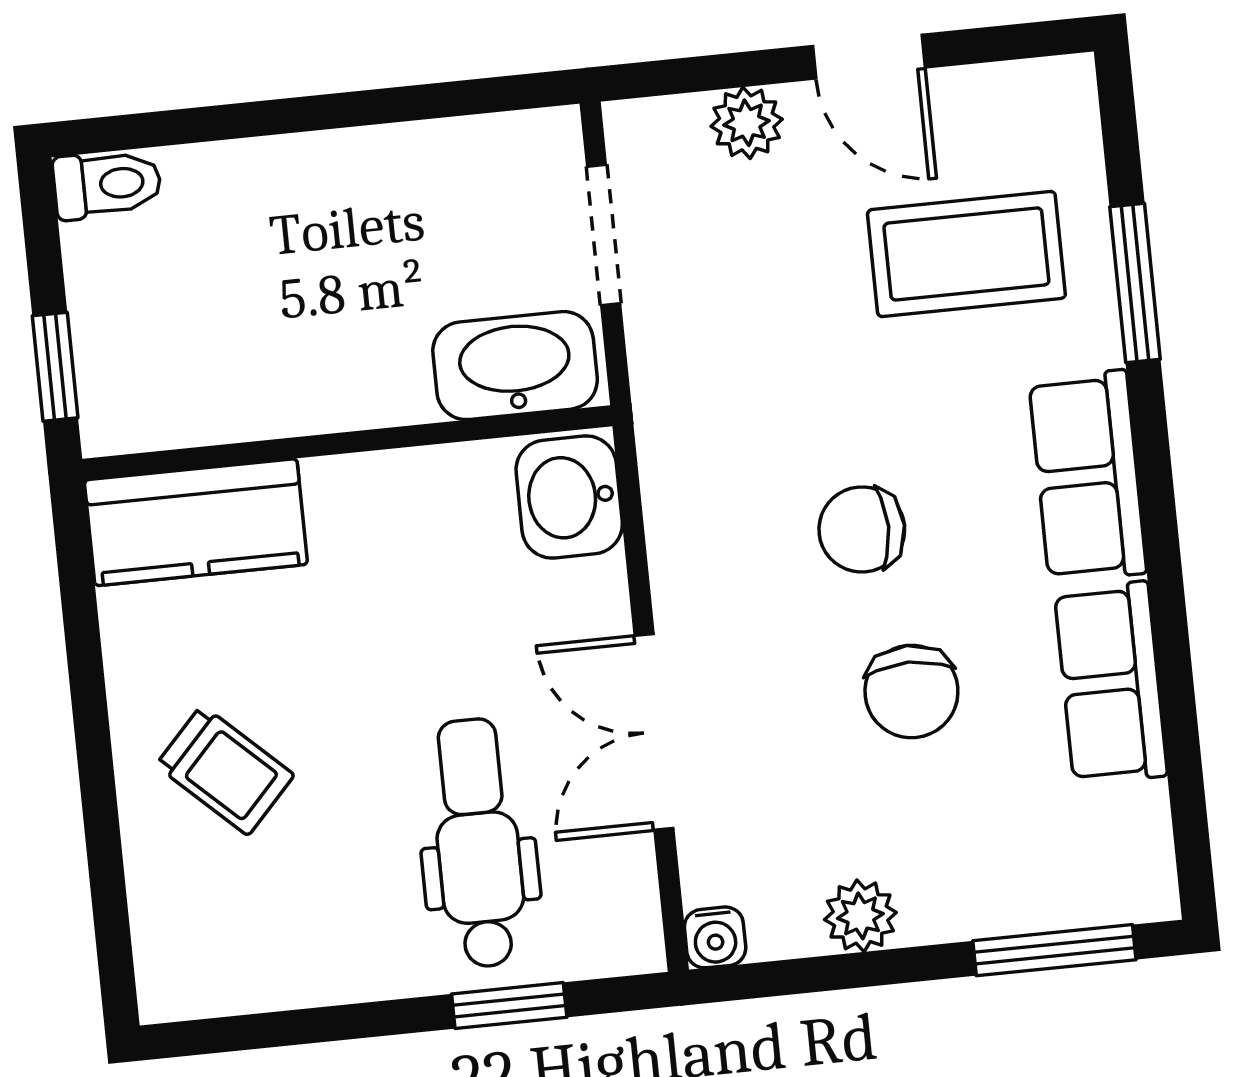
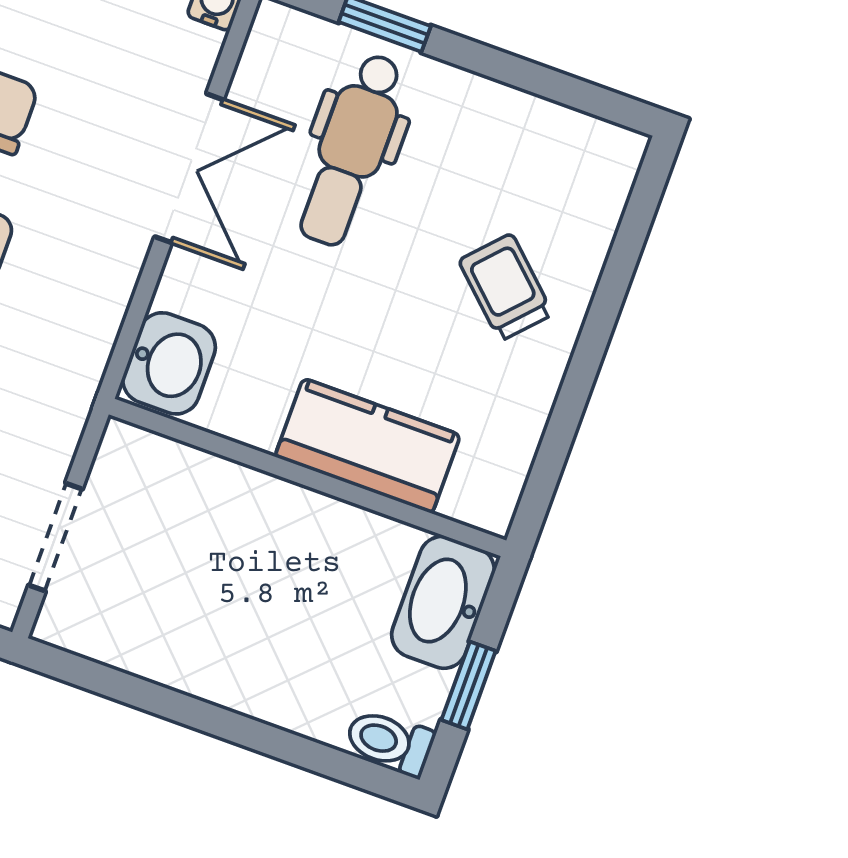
washbasin: (515, 366) -> (443, 602), moved, turned 90
window: (55, 367) -> (469, 685), moved
kitchen counter: (196, 522) -> (368, 446), moved

